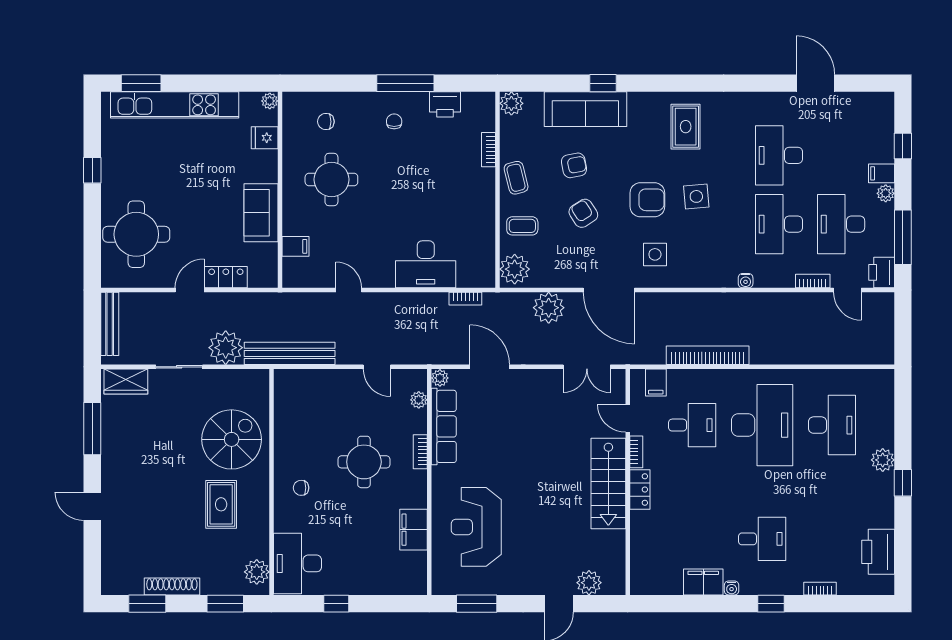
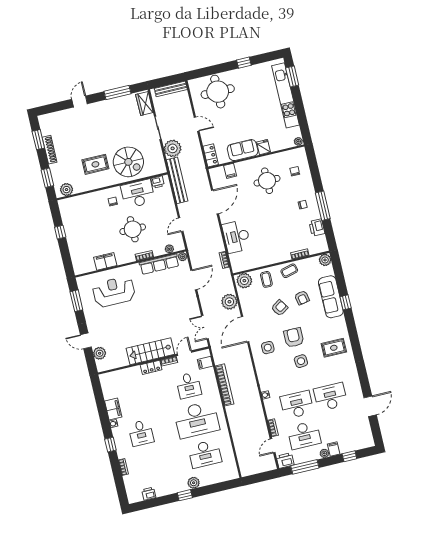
fridge: (265, 138) -> (264, 147), moved
armchair: (647, 200) -> (294, 338), turned 180
desk: (841, 224) -> (304, 435), turned 180
locker: (226, 277) -> (211, 155), moved
door: (349, 290) -> (215, 202), width x1.88
printer: (284, 392) -> (158, 182), added
printer: (878, 552) -> (149, 494), width x0.53, depth x0.68
desk: (297, 563) -> (138, 194), moved

